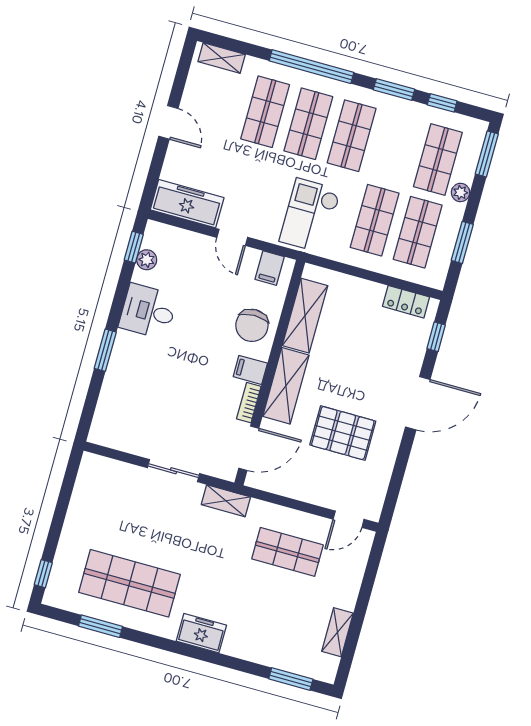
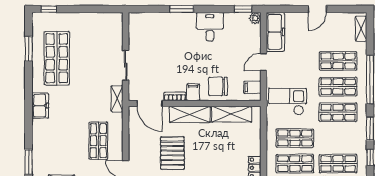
plant: (147, 260) -> (255, 18), moved

